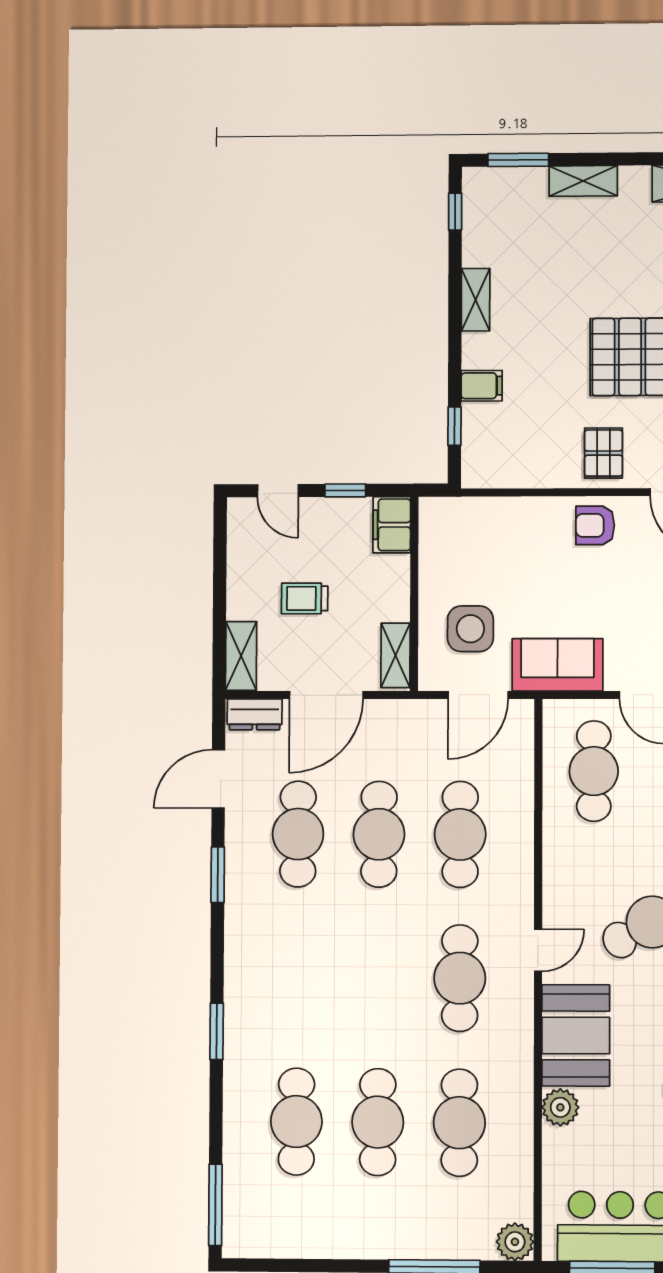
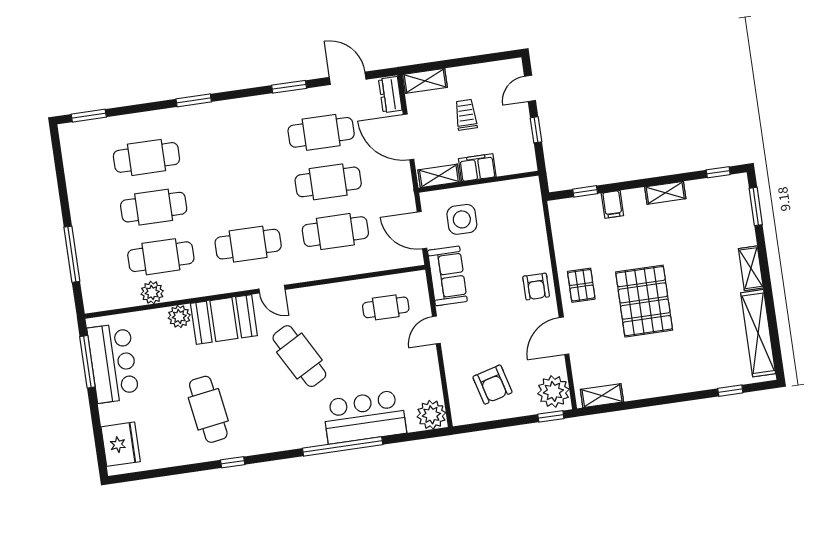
shelving: (583, 181) -> (751, 268), moved
pallet: (604, 453) -> (581, 285), turned 90
filing cabinet: (392, 525) -> (477, 168), moved
armchair: (595, 525) -> (536, 287), turned 180
cafe table: (594, 771) -> (386, 307), width x0.73, depth x0.74
window: (215, 1205) -> (89, 116), width x0.69
plant: (515, 1242) -> (152, 292), moved

